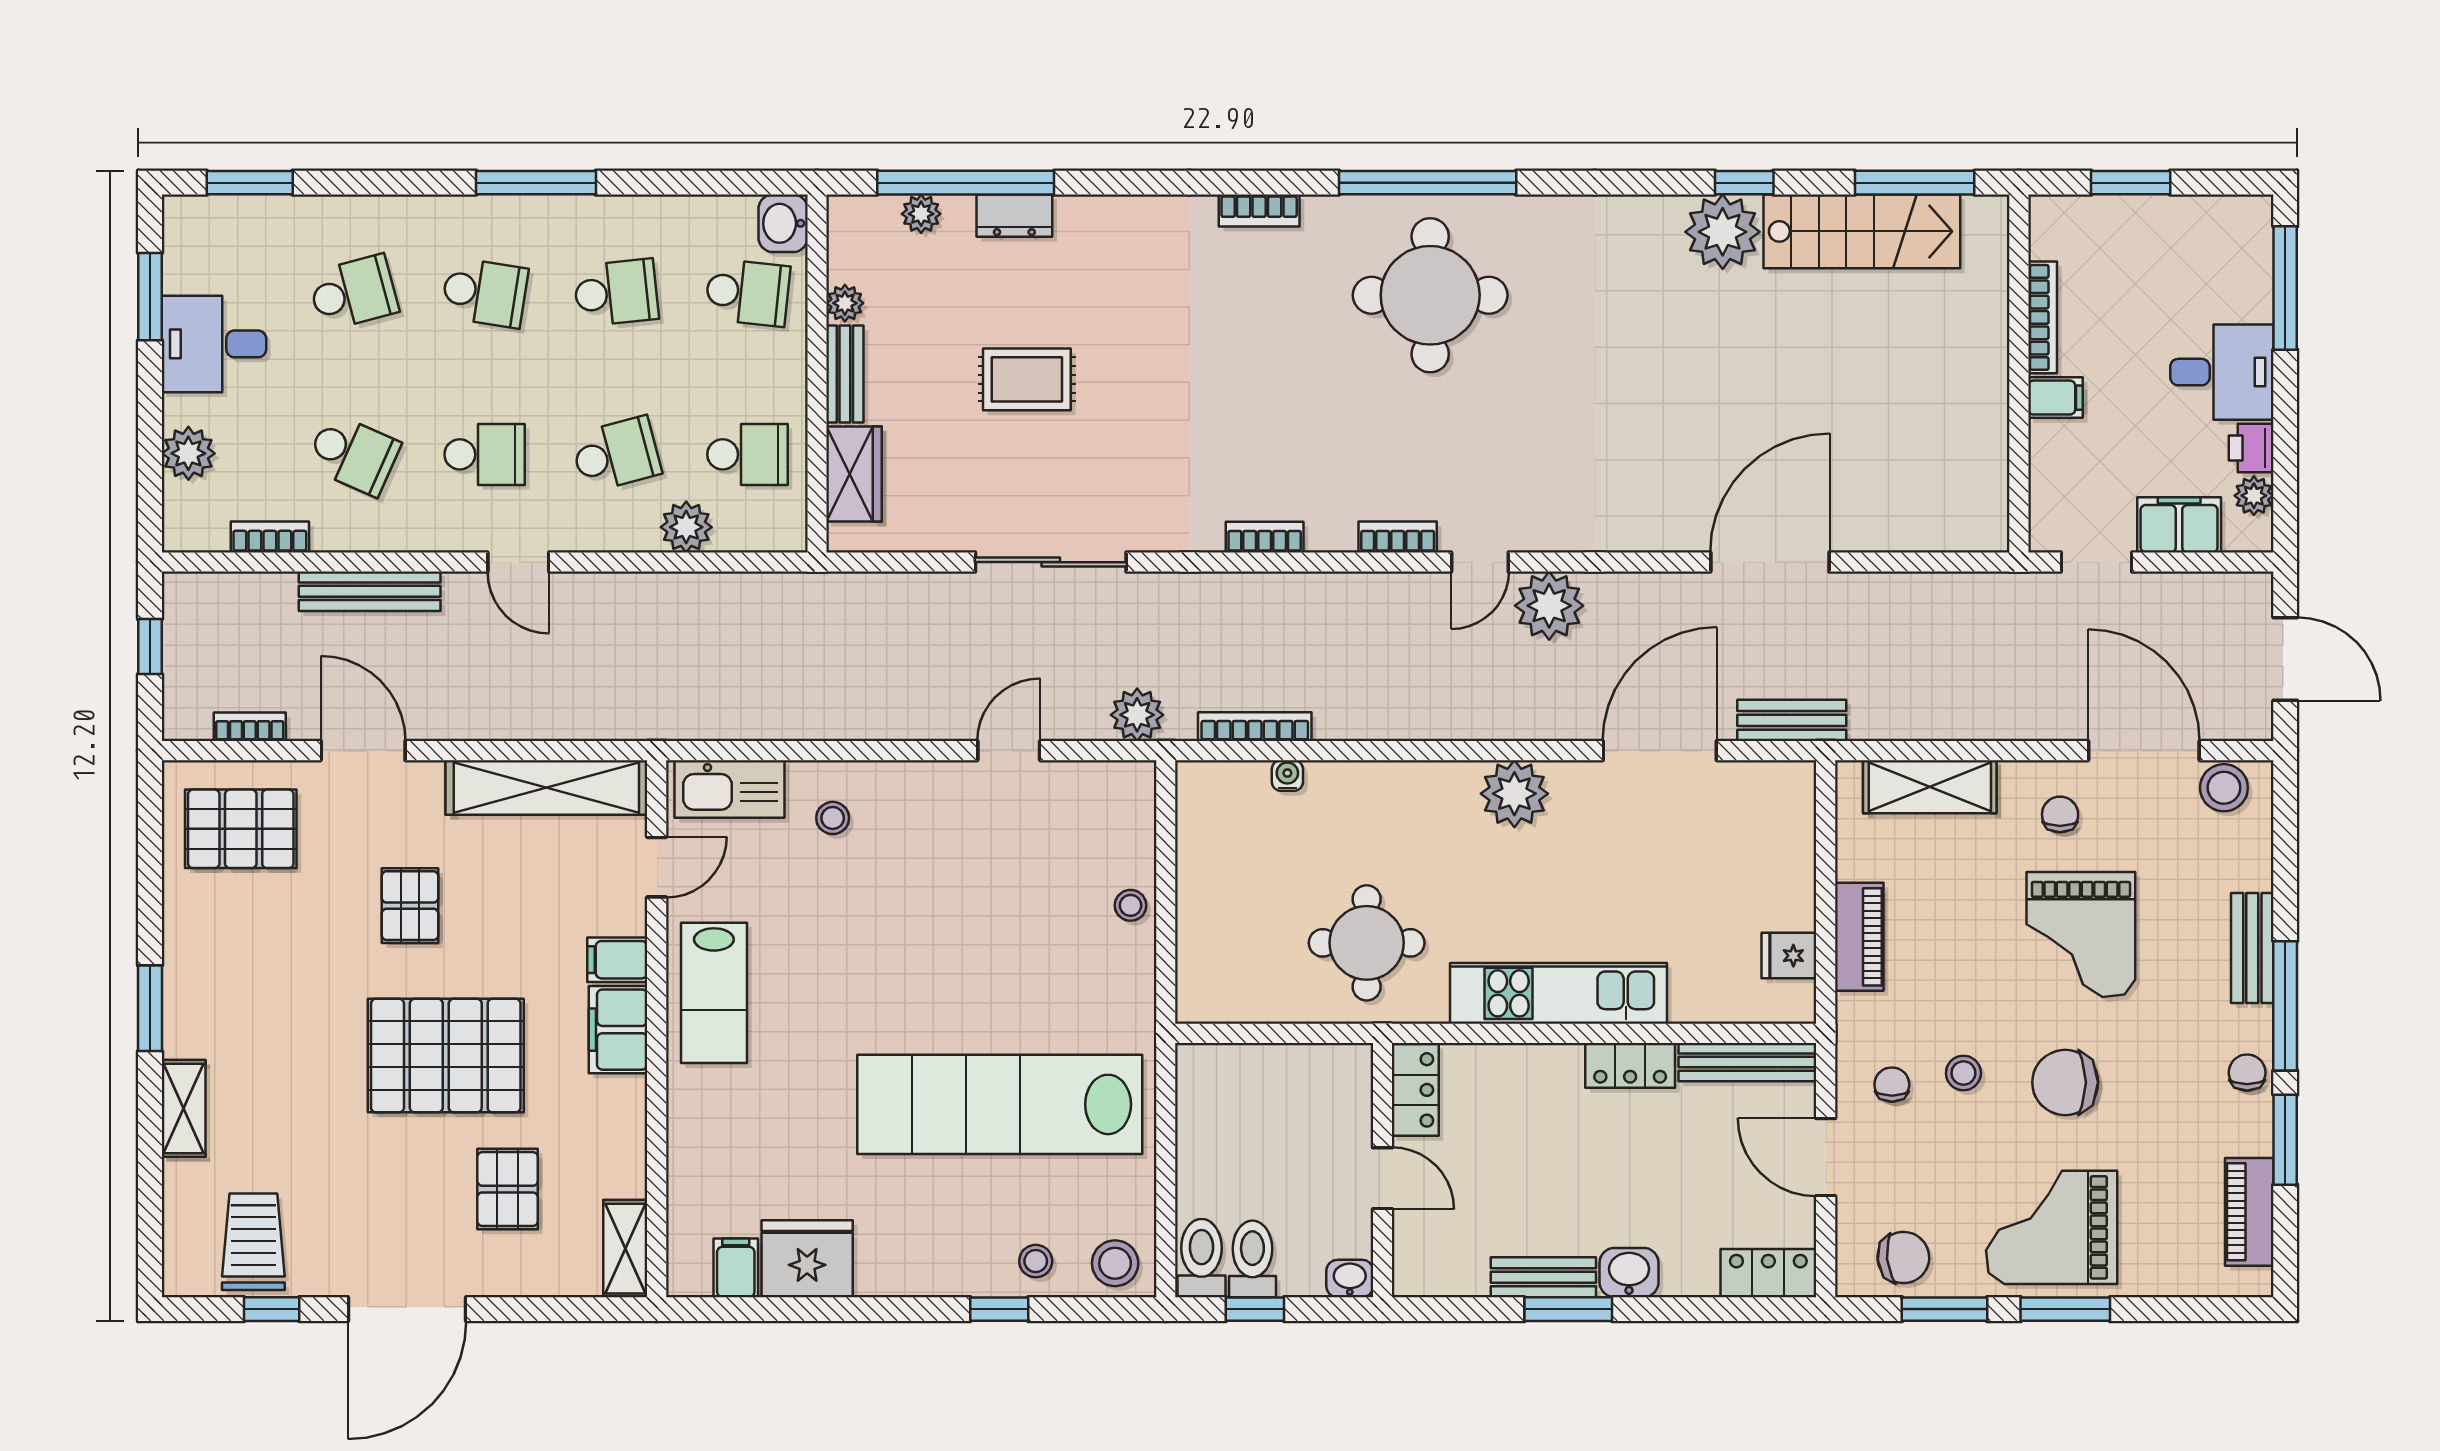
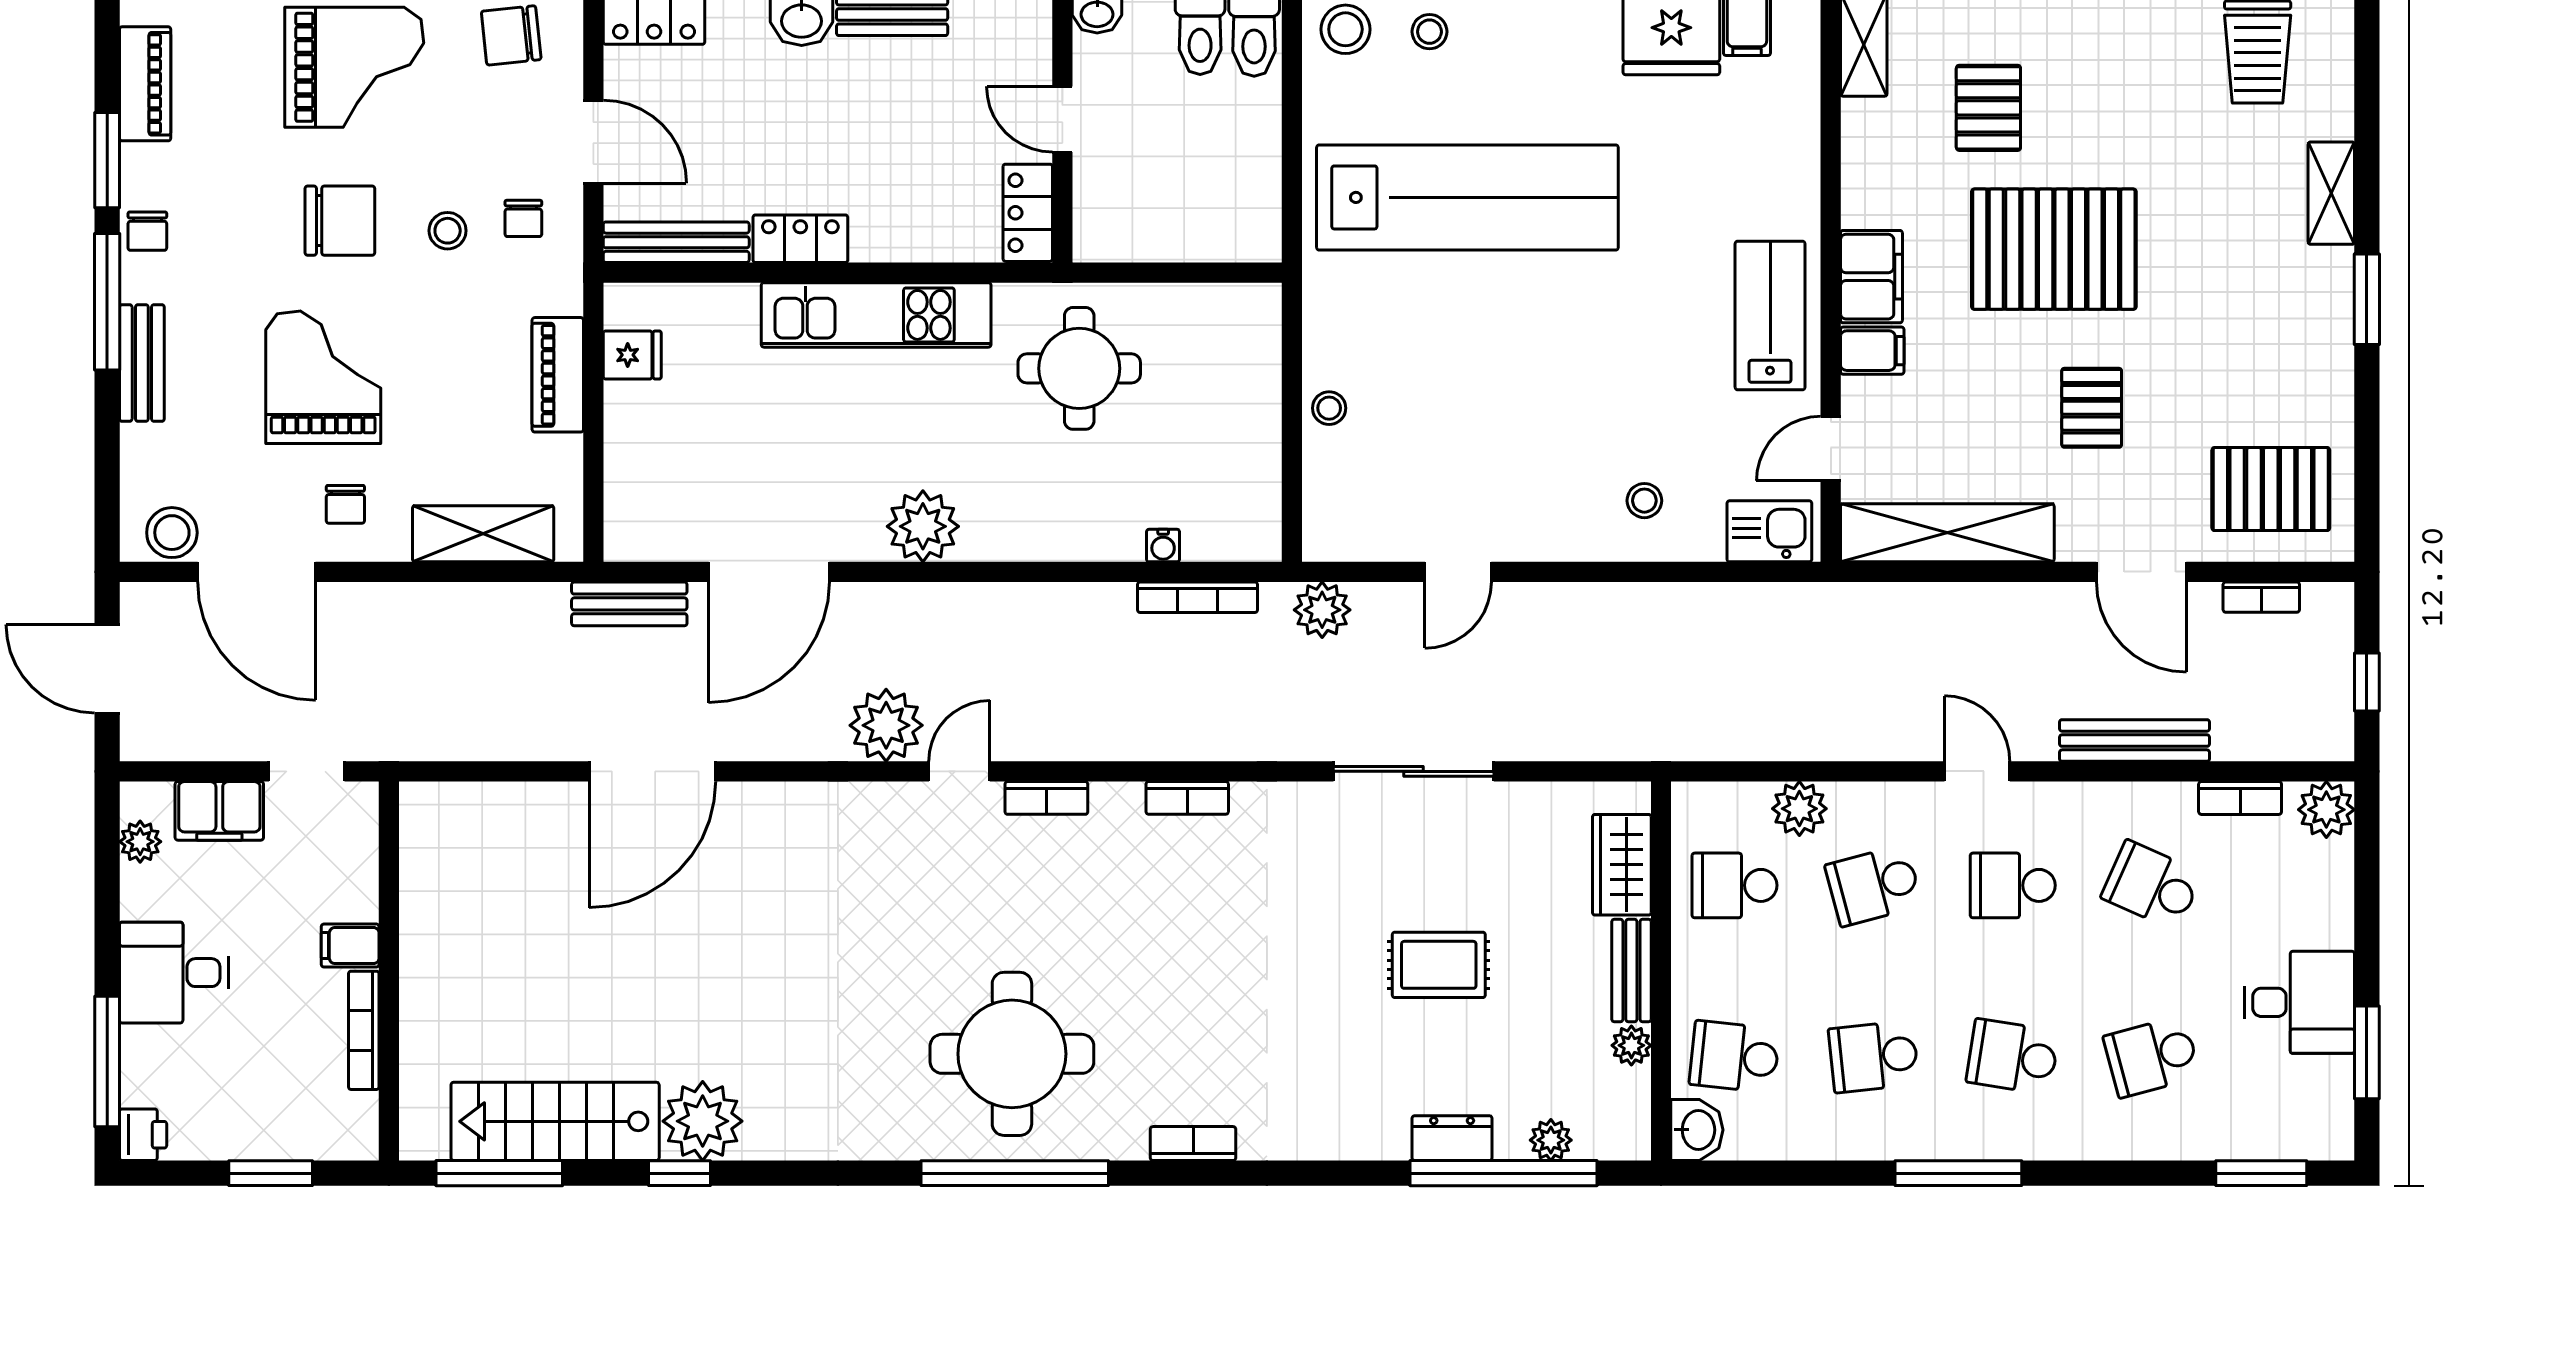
printer: (2251, 448) -> (143, 1135), moved
plant: (188, 453) -> (2326, 810), moved
kitchen sink: (729, 789) -> (1769, 531), width x0.73

